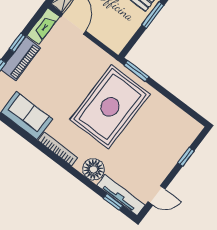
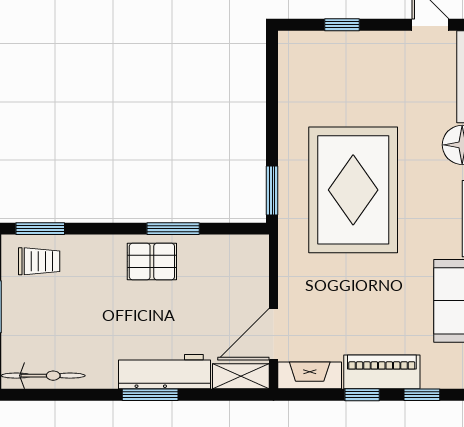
rug: (110, 107) -> (353, 190), turned 90

